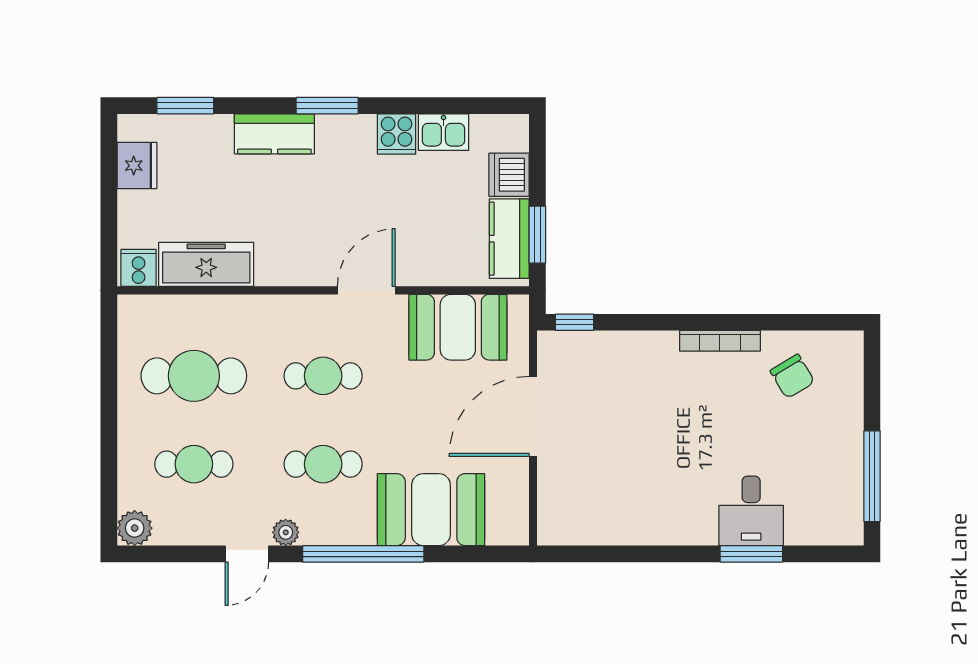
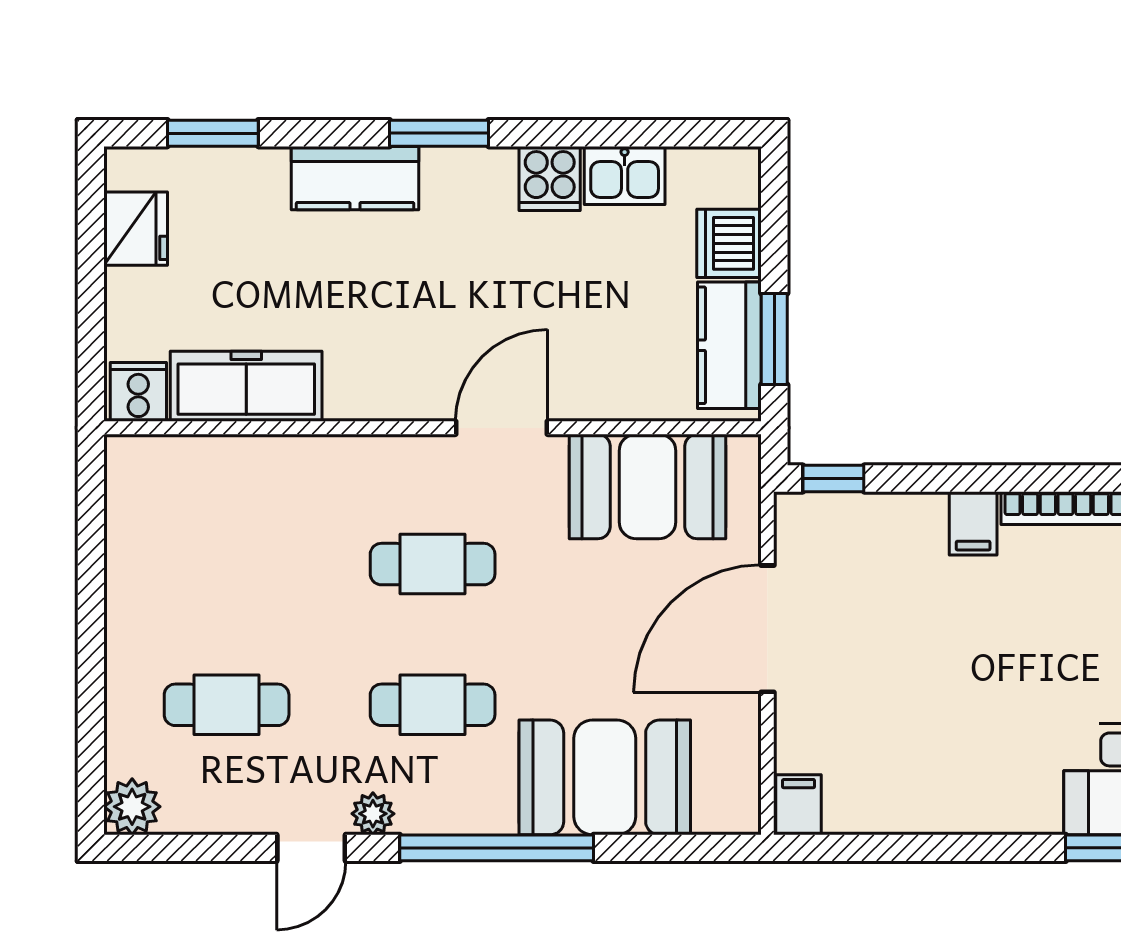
filing cabinet: (662, 350) -> (973, 523), added
cafe table: (194, 376) -> (227, 564), removed
filing cabinet: (553, 527) -> (799, 805), added

